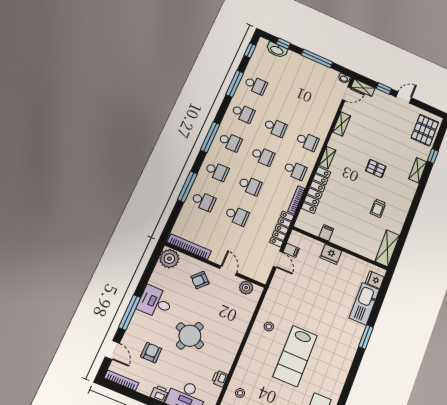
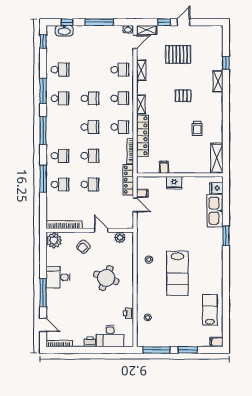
window: (235, 84) -> (43, 91), moved
pallet: (425, 130) -> (178, 54), moved, turned 90
school desk: (230, 142) -> (120, 70), moved
round table: (190, 336) -> (106, 278), moved
armchair: (151, 353) -> (71, 315), removed

